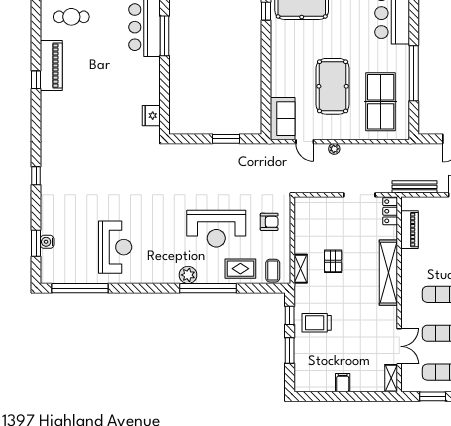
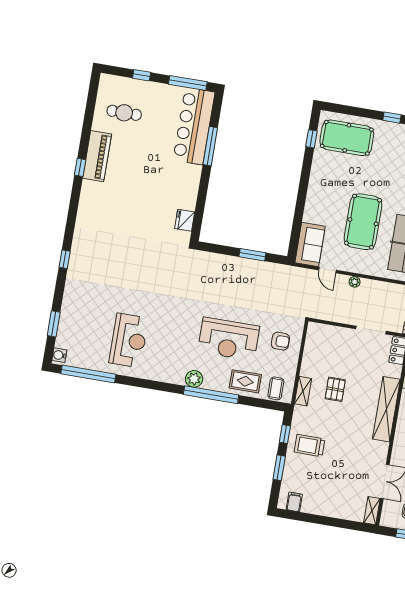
water cooler: (47, 242) -> (59, 355), moved
filing cabinet: (343, 383) -> (294, 502), moved

